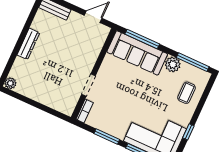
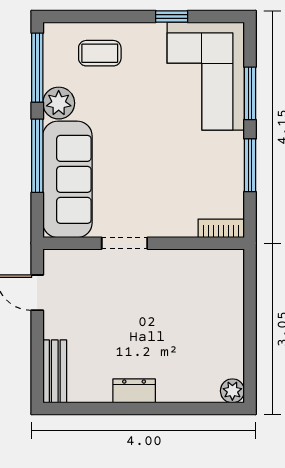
window: (142, 39) -> (37, 156), moved
dresser: (28, 44) -> (134, 391), width x0.70
doorway: (89, 85) -> (125, 243), moved

